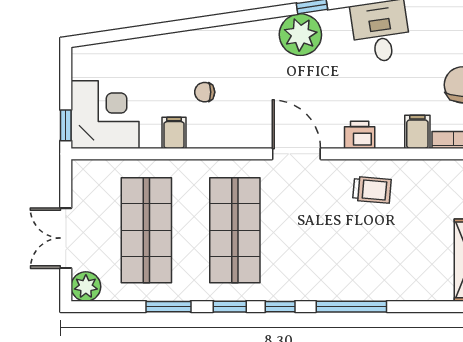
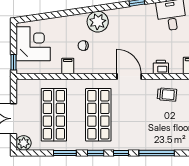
plant: (300, 35) -> (98, 22), moved
corner desk: (105, 115) -> (33, 44), moved

